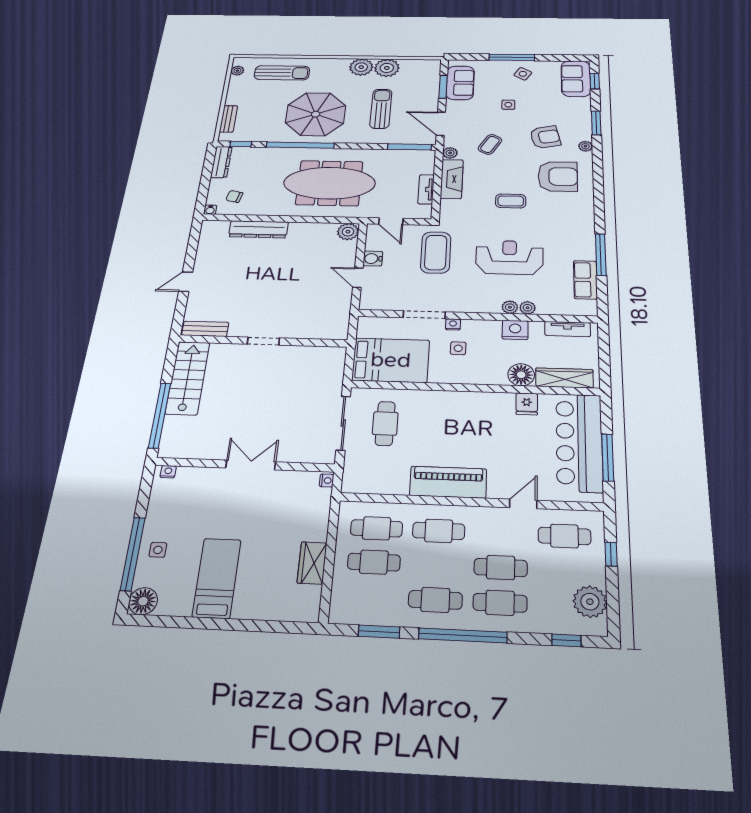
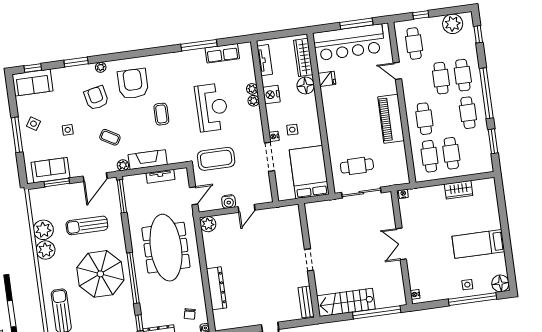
reception desk: (509, 257) -> (212, 107), turned 180

